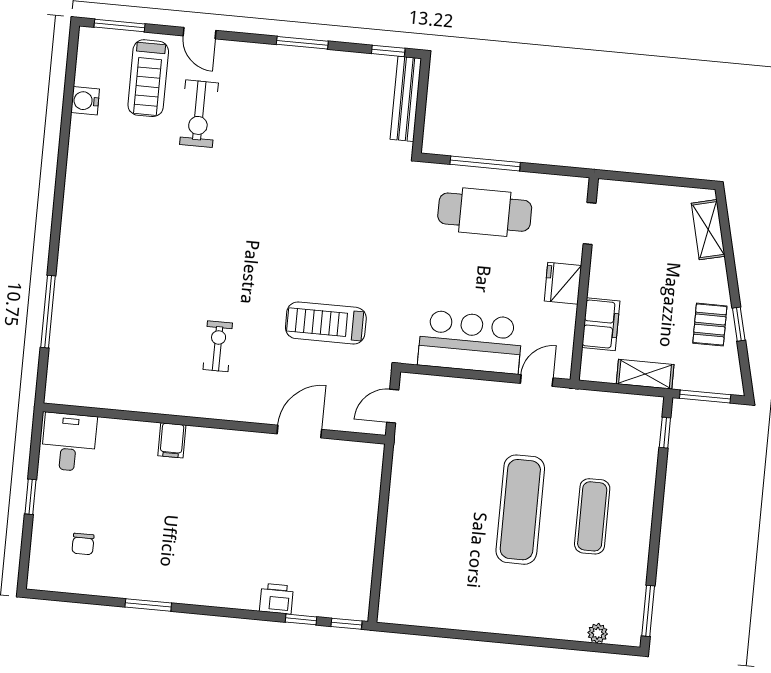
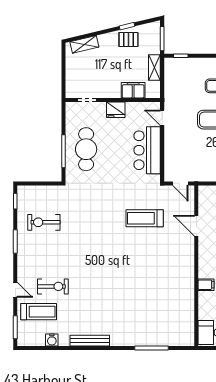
door: (199, 33) -> (15, 290), hinge flipped
bench: (406, 99) -> (90, 341), moved
treadmill: (326, 323) -> (145, 218), turned 90
exercise bike: (218, 346) -> (44, 222), moved, width x1.38, depth x1.39

